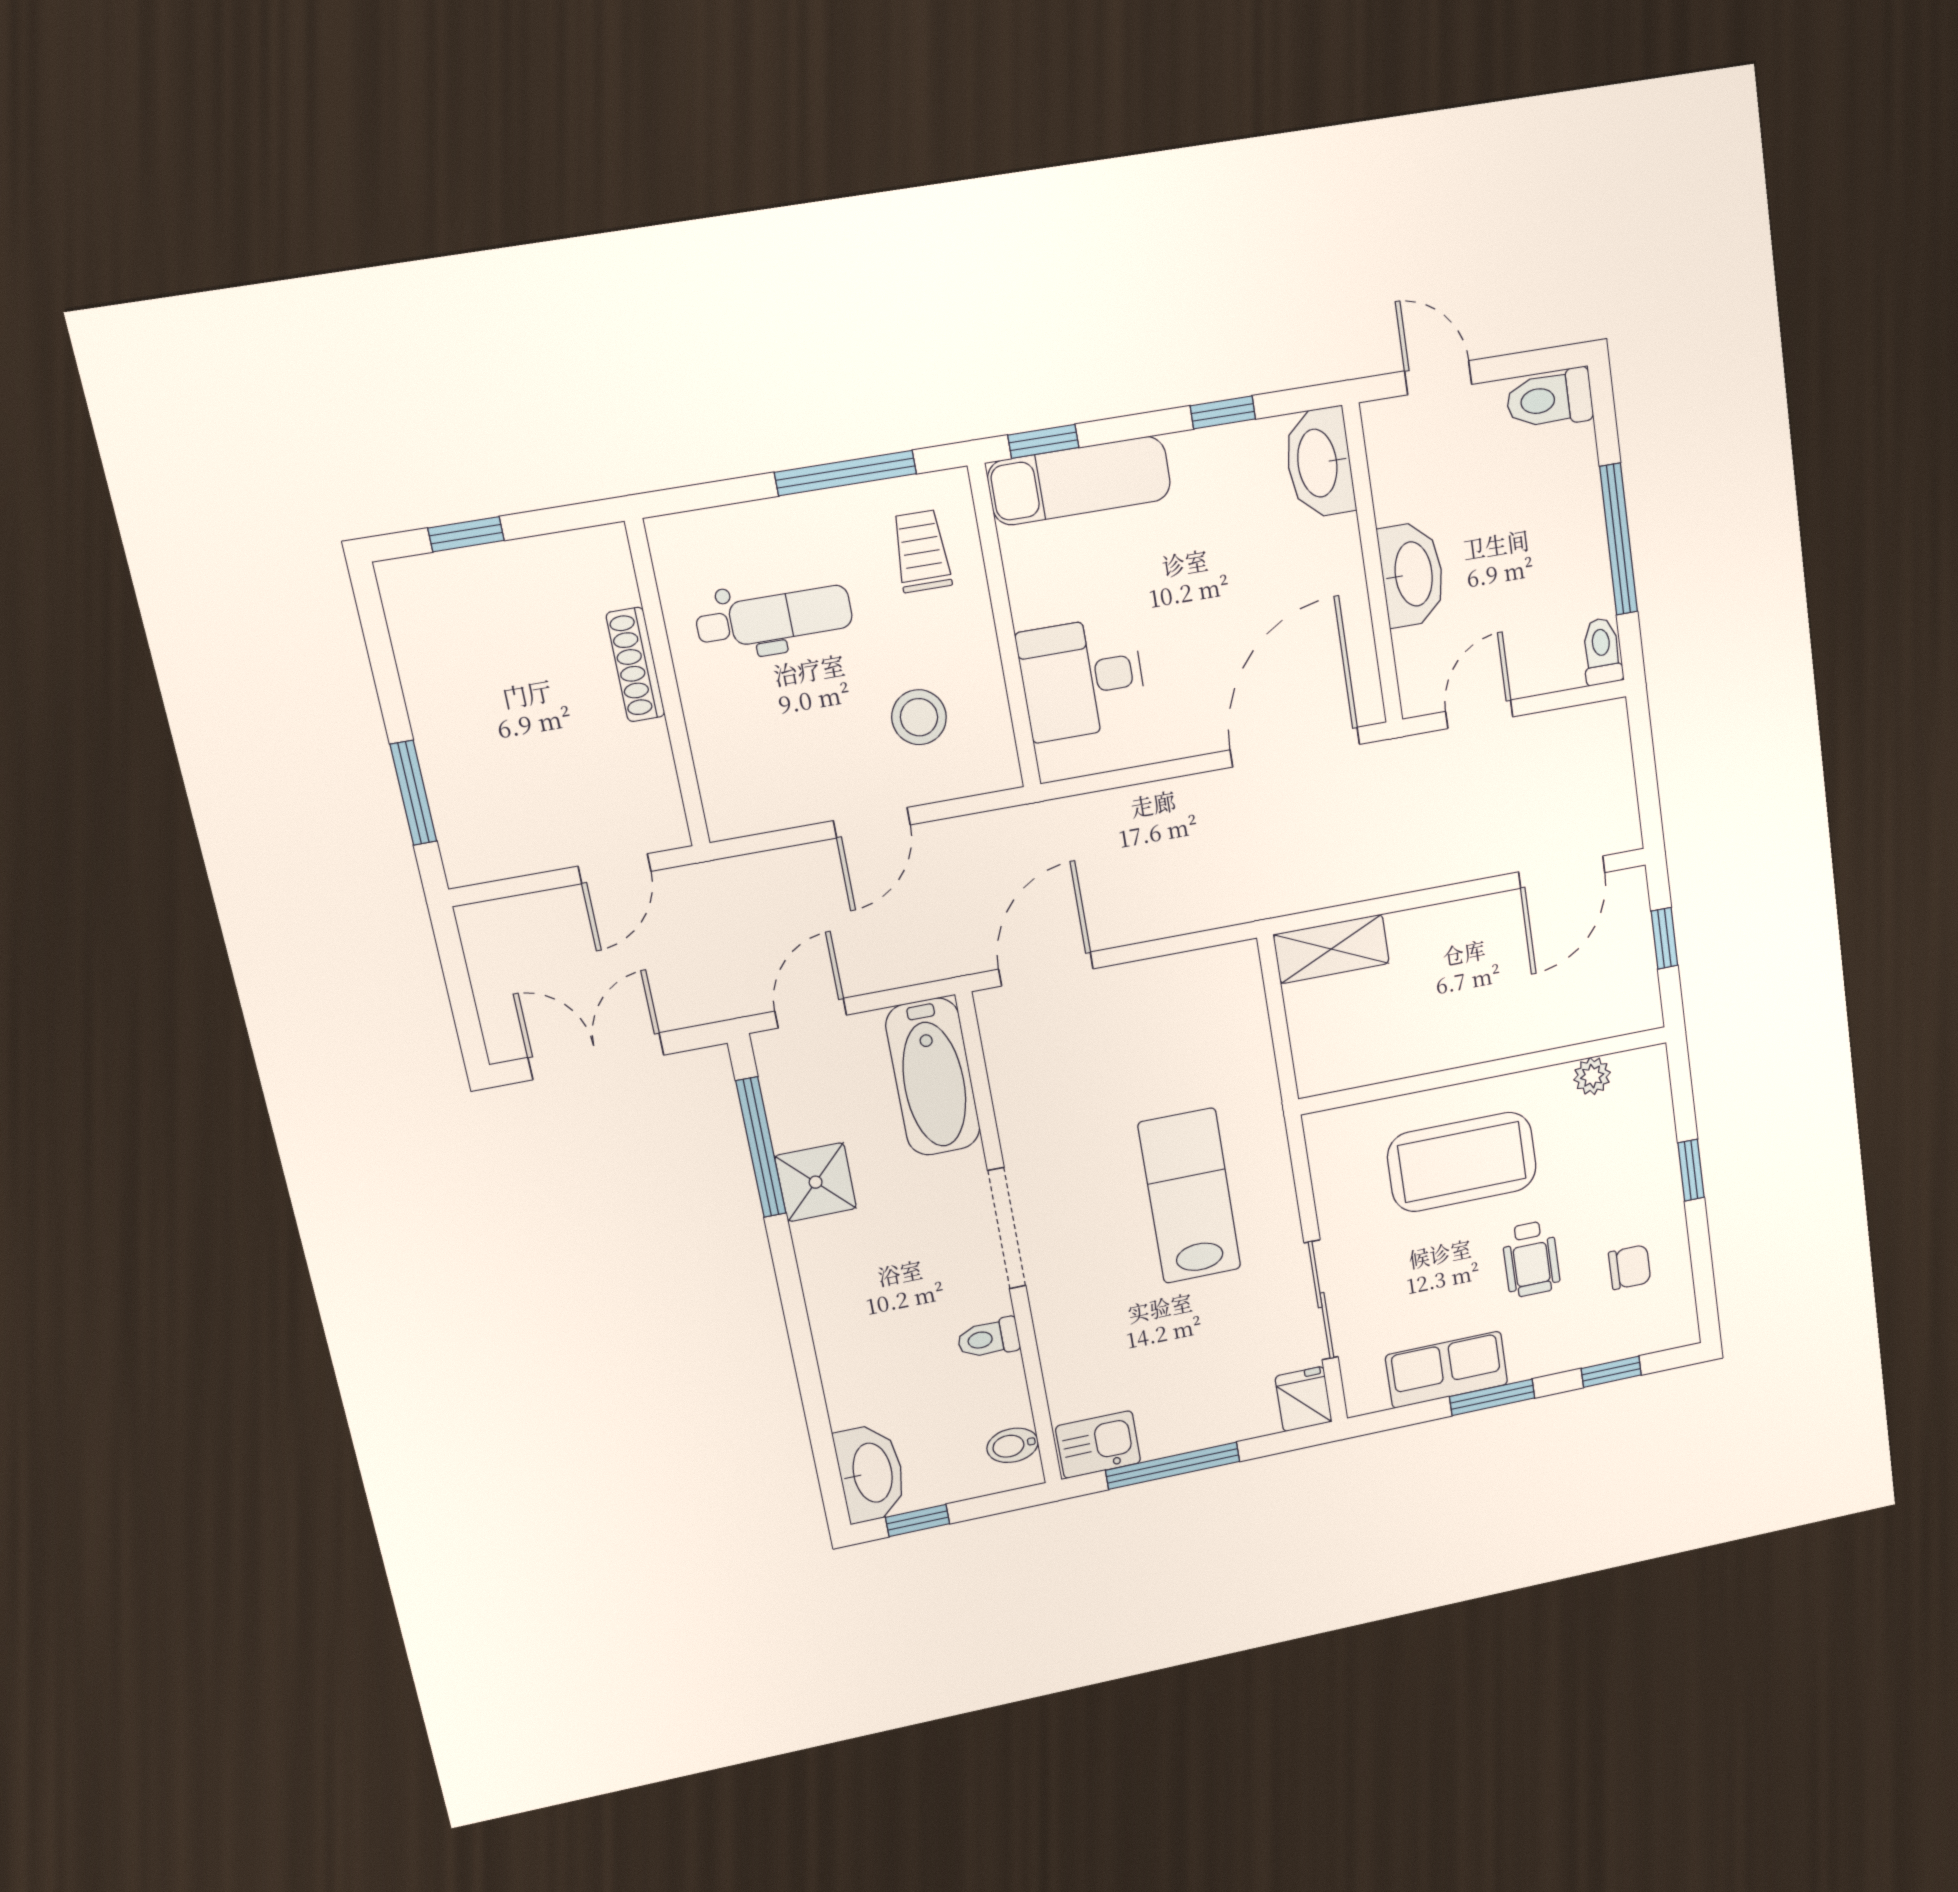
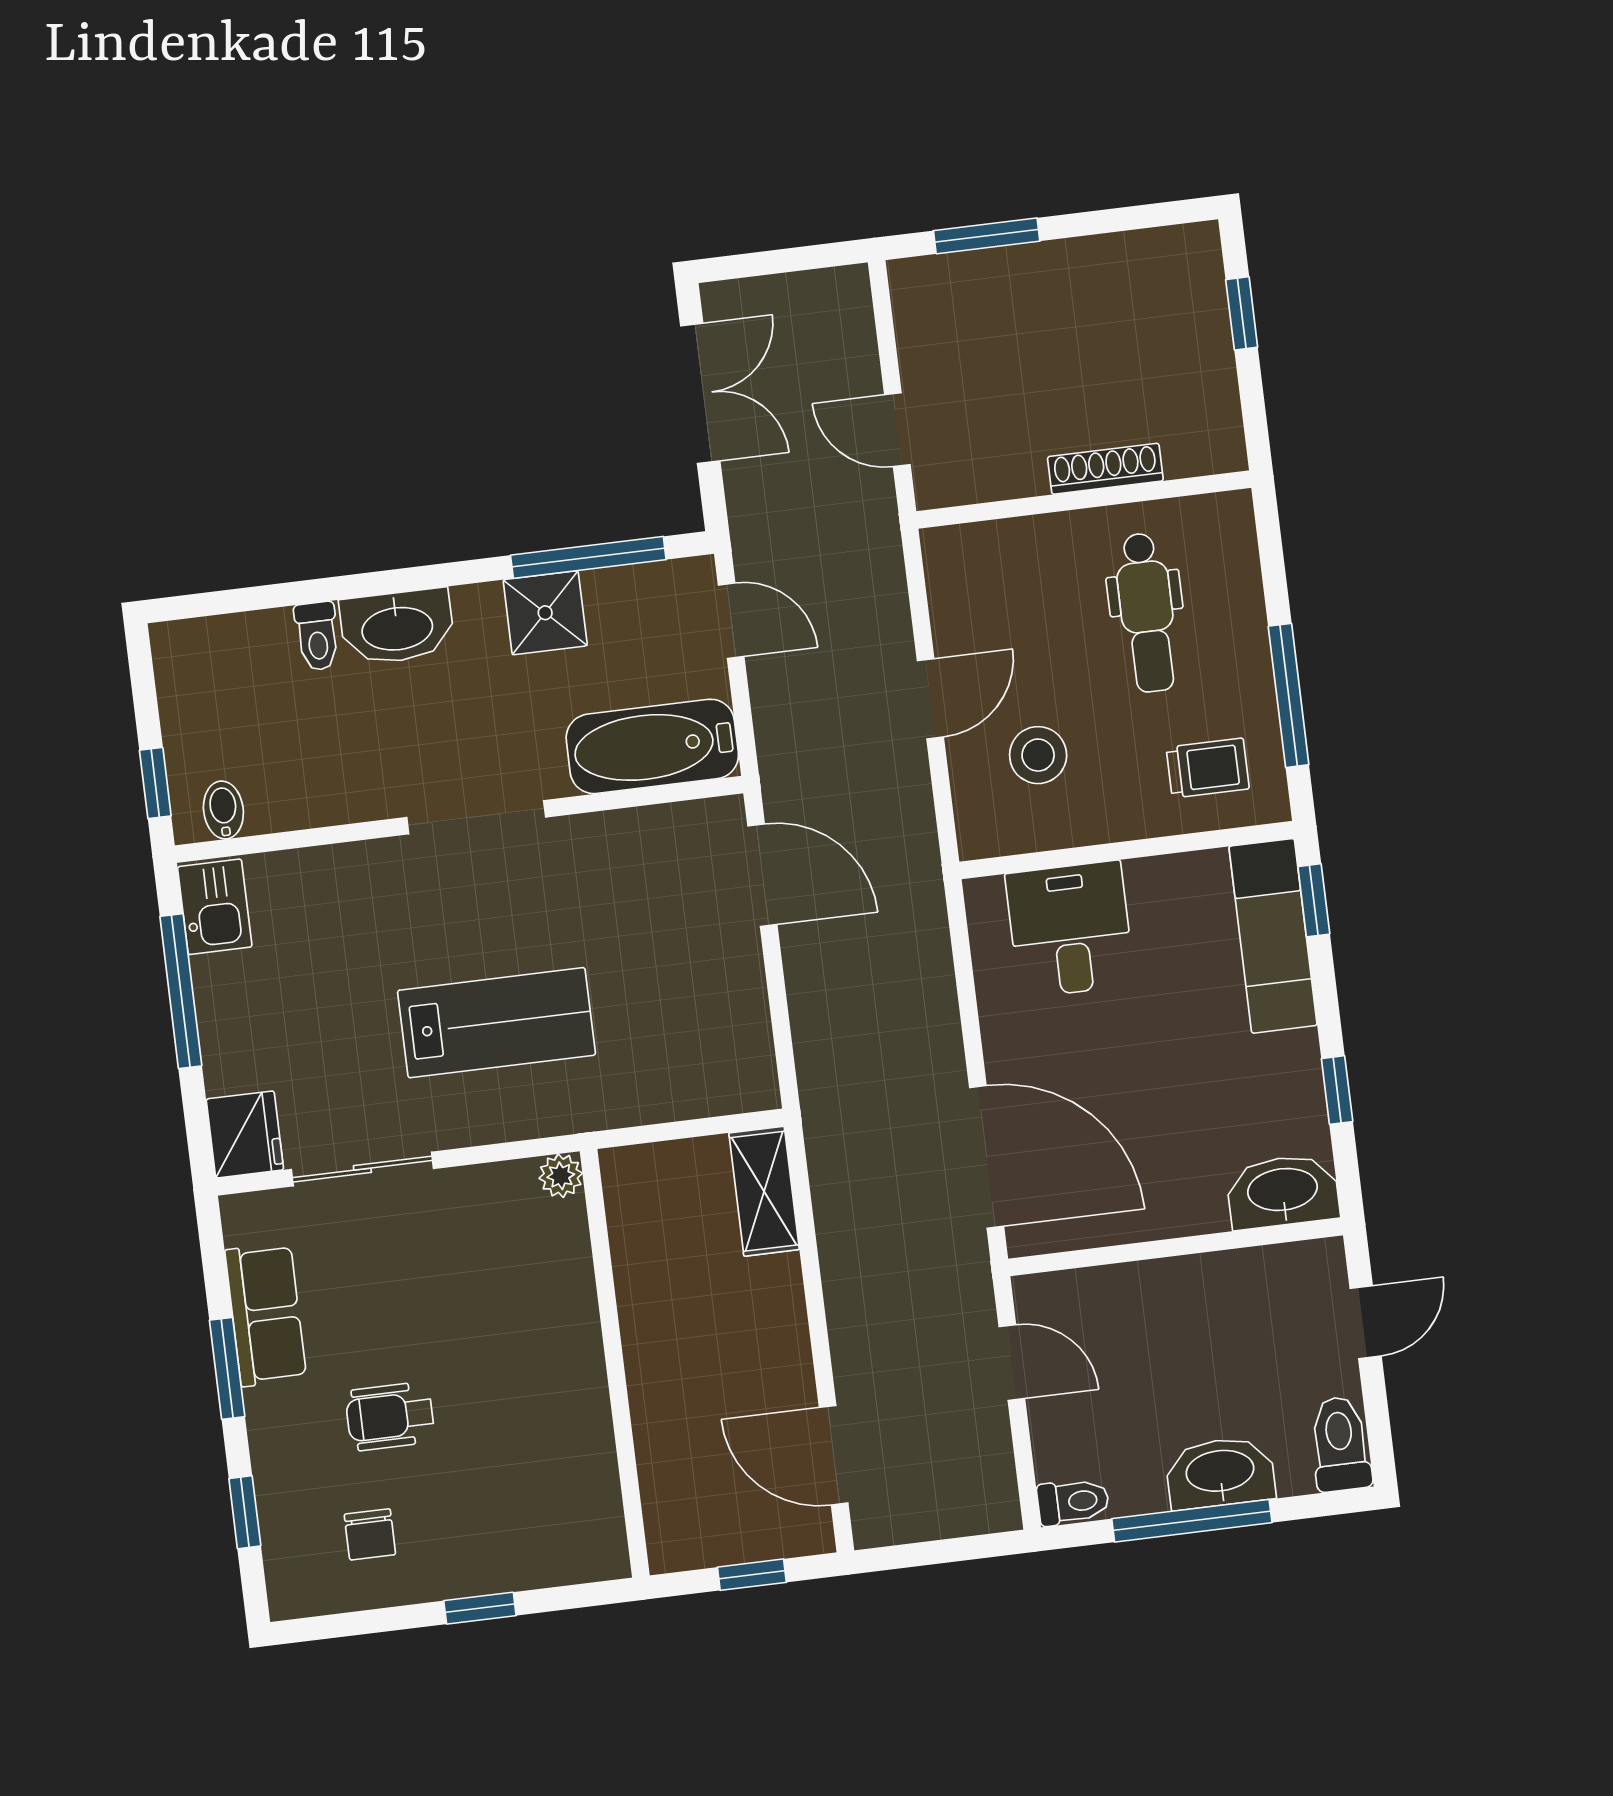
washbasin: (1412, 574) -> (1220, 1473), moved, turned 180
door: (872, 823) -> (930, 699), swing flipped
plant: (1592, 1076) -> (561, 1176), moved
coffee table: (1462, 1162) -> (511, 1336), removed
toilet: (988, 1338) -> (317, 636), moved, turned 180
fridge: (1304, 1399) -> (245, 1134), width x1.38
washbasin: (871, 1473) -> (397, 627), moved
window: (917, 1520) -> (155, 783), moved

